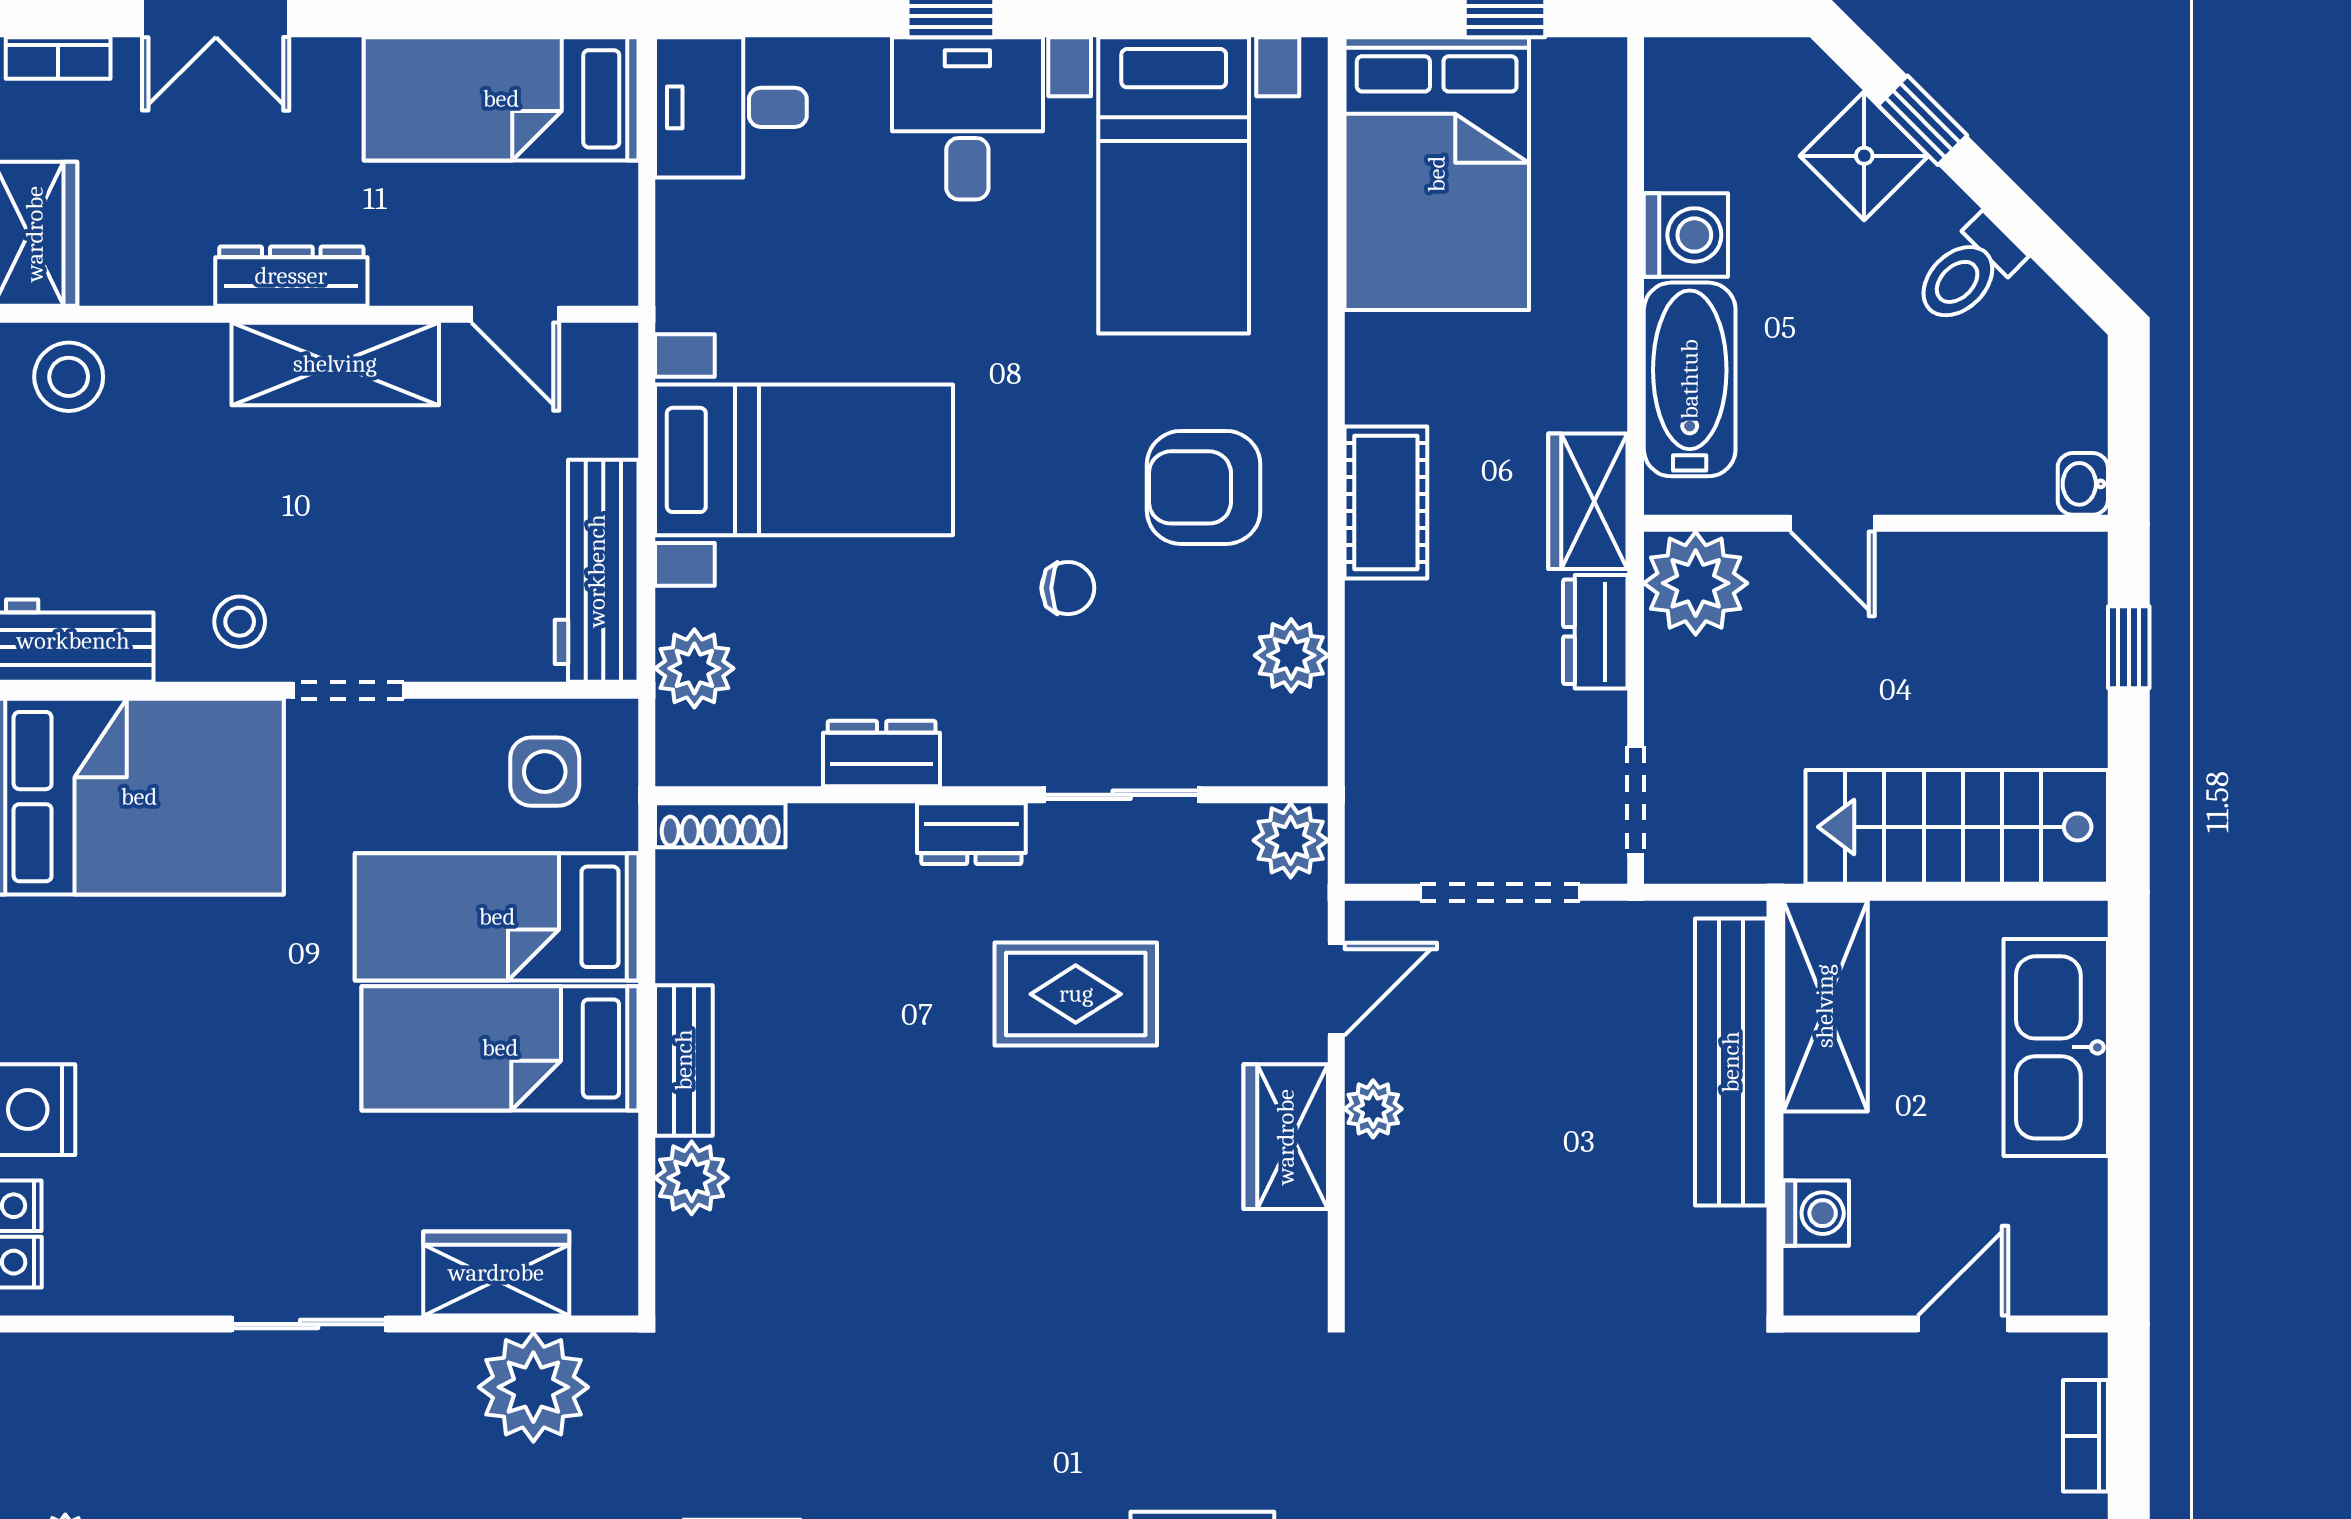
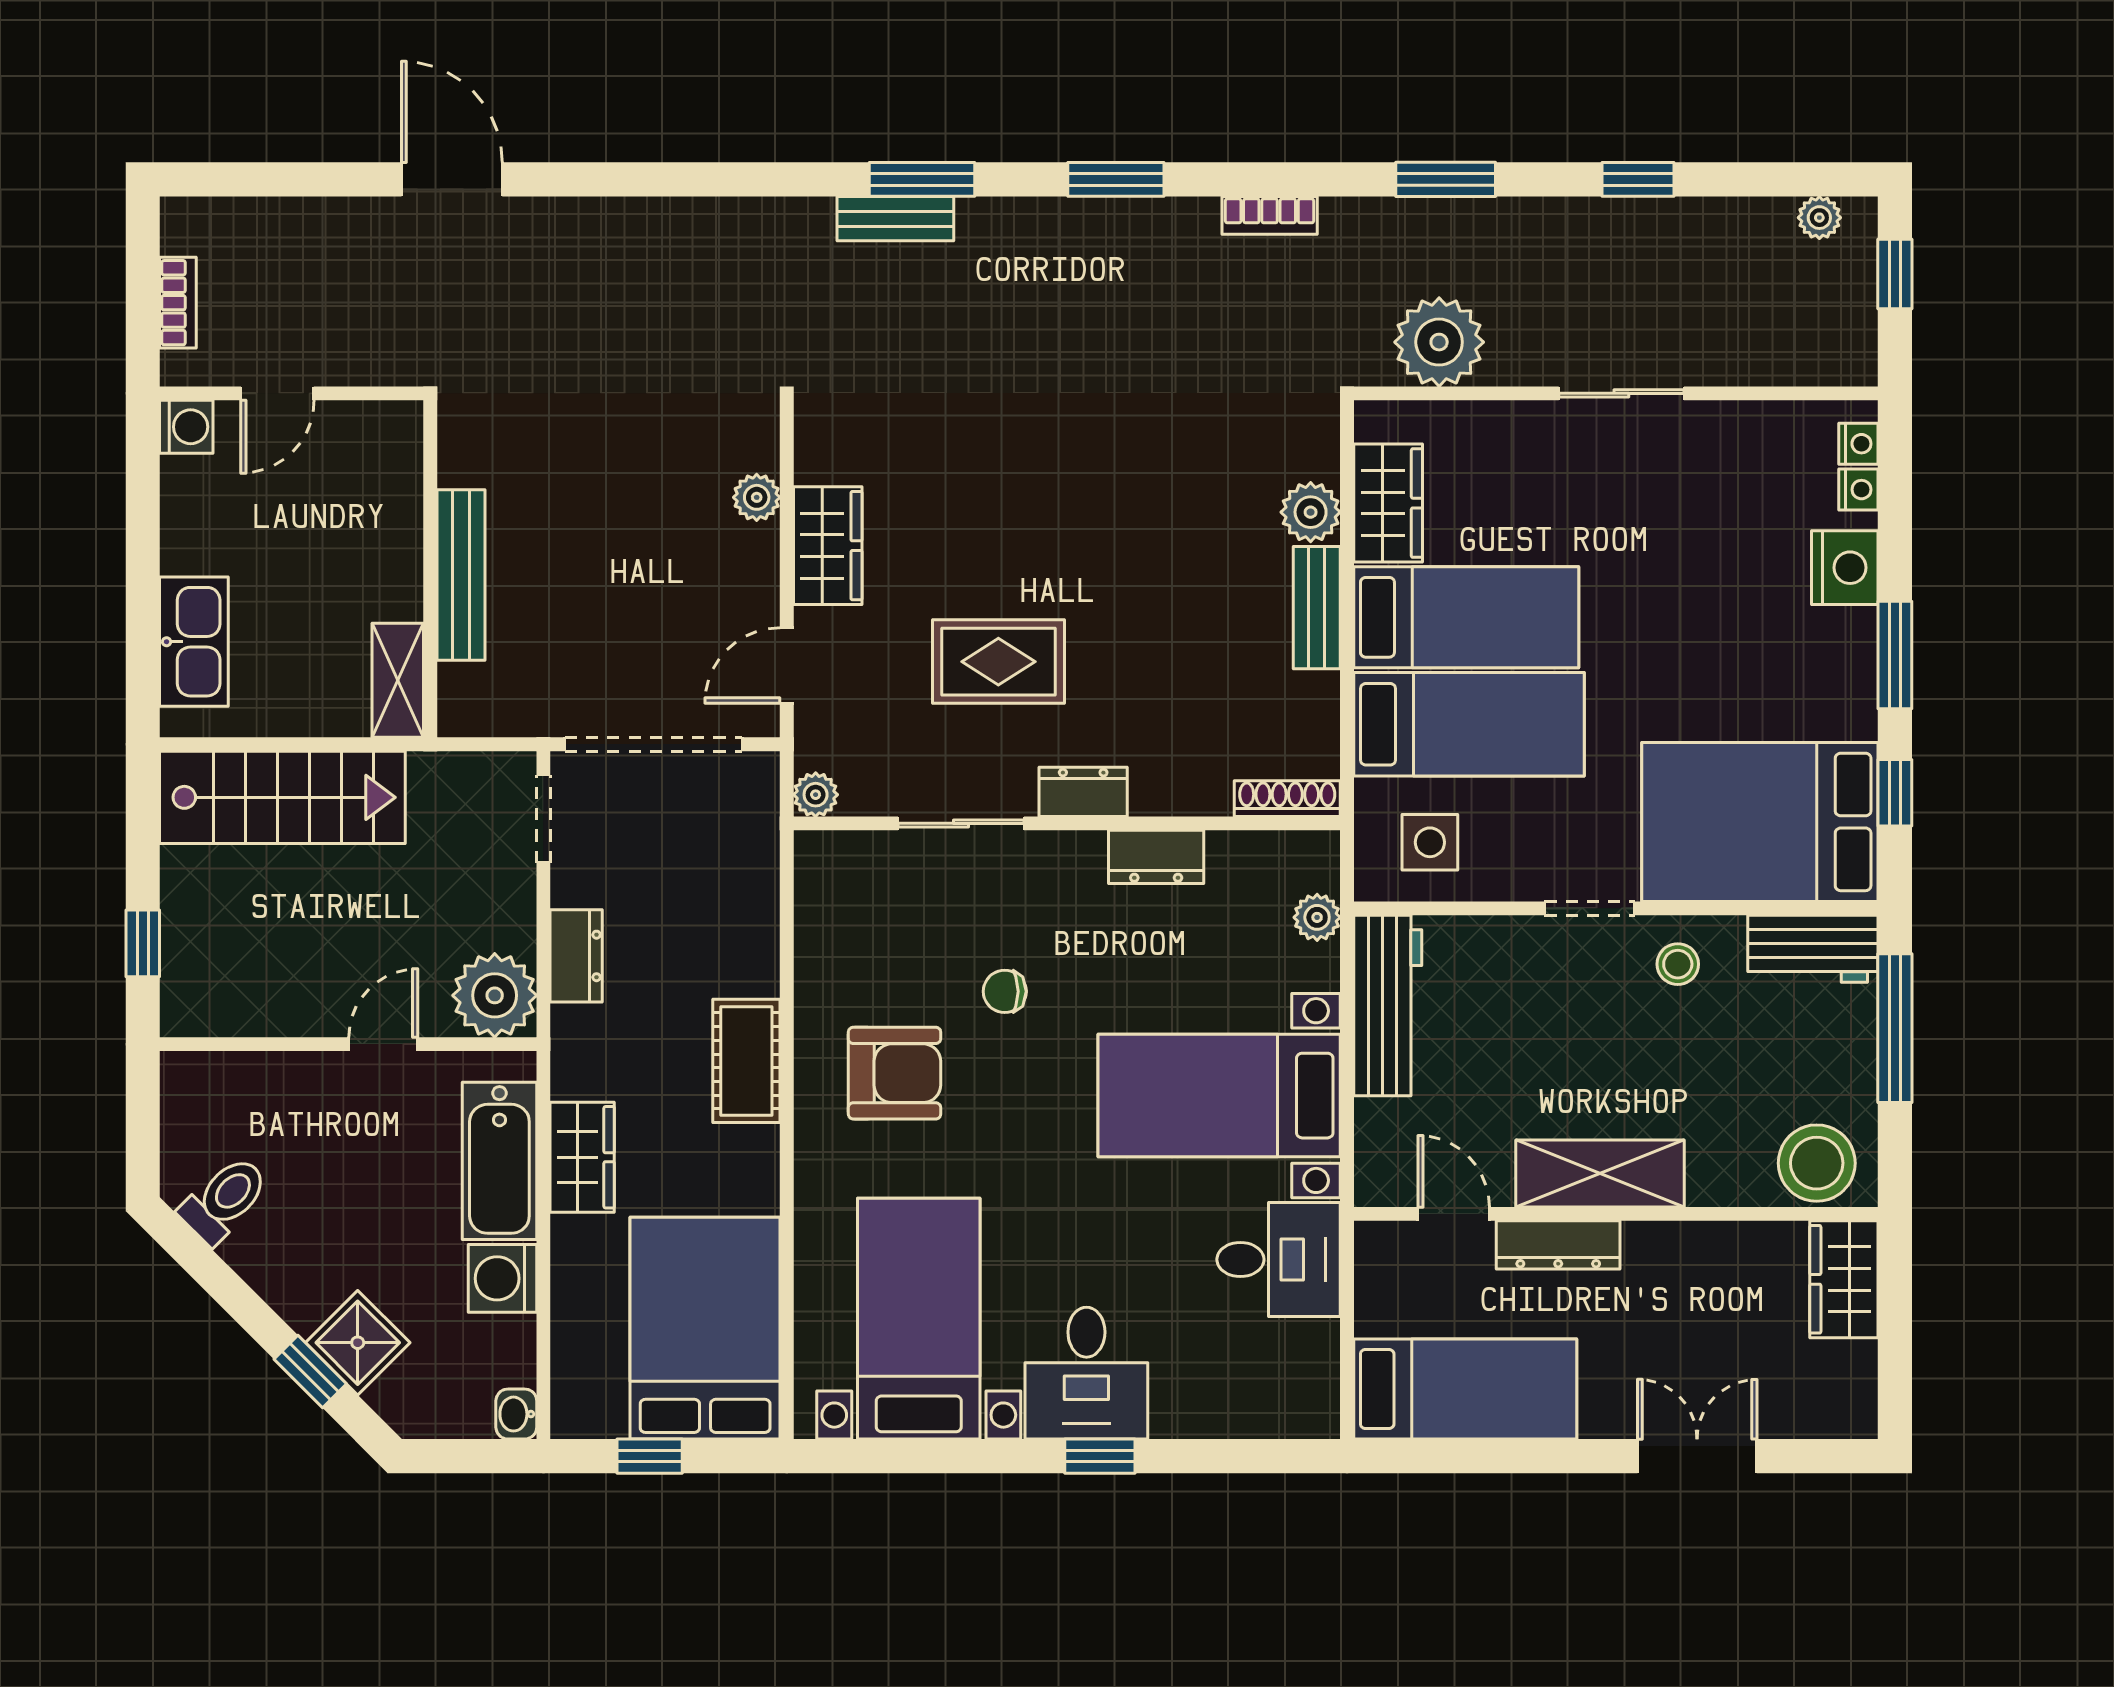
bookcase: (58, 58) -> (1825, 1422), removed
desk: (731, 107) -> (1279, 1259), moved
toilet: (1968, 271) -> (224, 1200), moved
dresser: (291, 276) -> (1558, 1245), moved
stool: (69, 377) -> (1817, 1163), width x1.38, depth x1.38
washbasin: (2083, 484) -> (516, 1414), moved, turned 180
wardrobe: (1588, 501) -> (582, 1157), moved
door: (1833, 523) -> (383, 1044), hinge flipped
plant: (1291, 655) -> (823, 937), removed
plant: (694, 668) -> (1317, 917), width x0.73, depth x0.73
plant: (1291, 840) -> (816, 795), width x0.73, depth x0.73
doorway: (1500, 892) -> (654, 744), width x1.36
shelving: (1825, 1006) -> (398, 680), width x0.67, depth x0.75
kitchen sink: (2056, 1047) -> (194, 642), width x0.73, depth x0.81
bench: (1731, 1062) -> (461, 575), width x0.73, depth x0.82
plant: (1373, 1109) -> (757, 497), moved
washing machine: (1816, 1213) -> (186, 427), moved, turned 180
wardrobe: (496, 1273) -> (1388, 503), moved, turned -90

